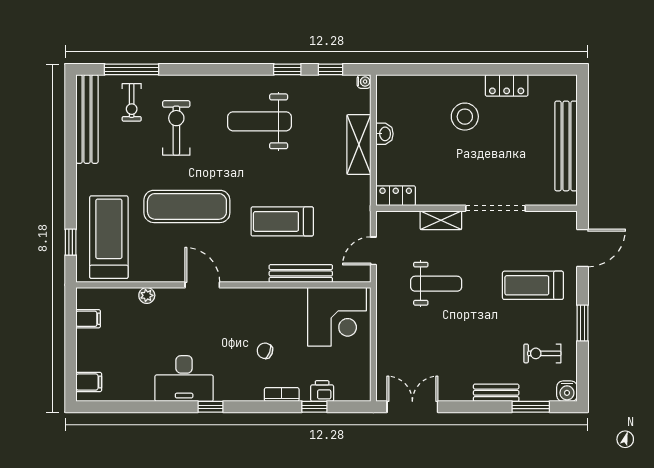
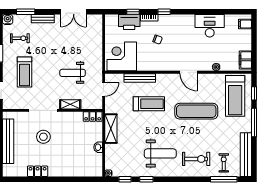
stool: (465, 117) -> (43, 137), moved
exercise bike: (176, 128) -> (196, 159), moved, turned -90
shelving: (359, 144) -> (111, 129), moved
window: (71, 184) -> (254, 122), added
treadmill: (533, 285) -> (25, 72), turned 90
filing cabinet: (88, 319) -> (245, 60), width x2.00
desk: (184, 379) -> (210, 26), moved
printer: (322, 391) -> (129, 22), width x1.87, depth x1.48
window: (211, 407) -> (164, 12), moved
double door: (412, 407) -> (74, 12), moved

